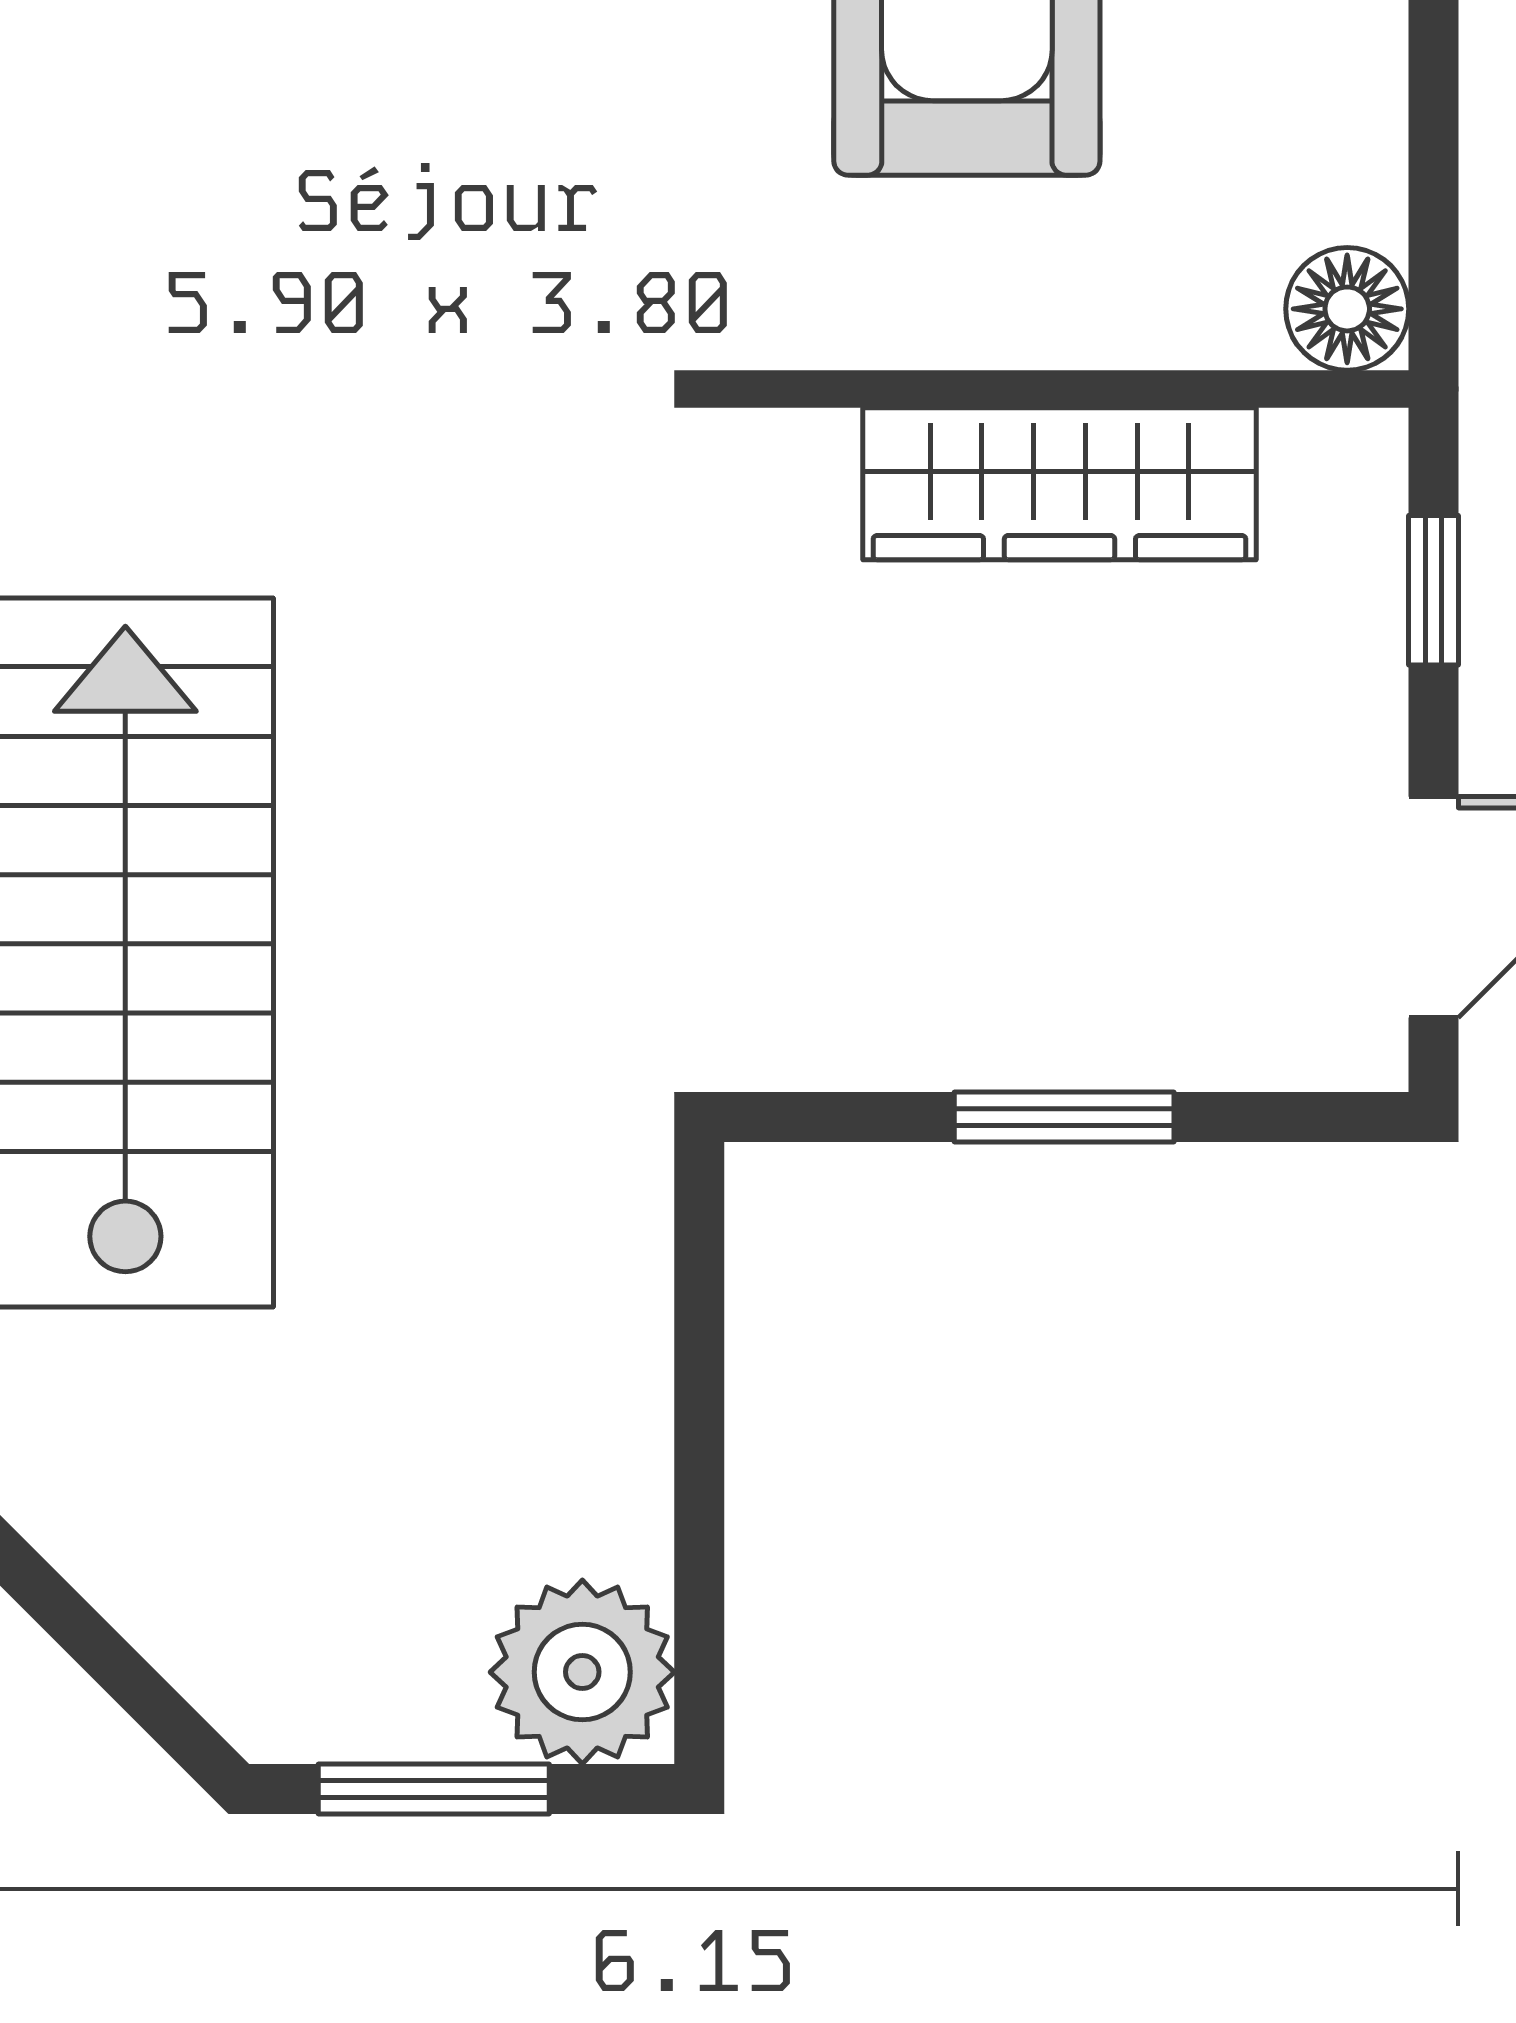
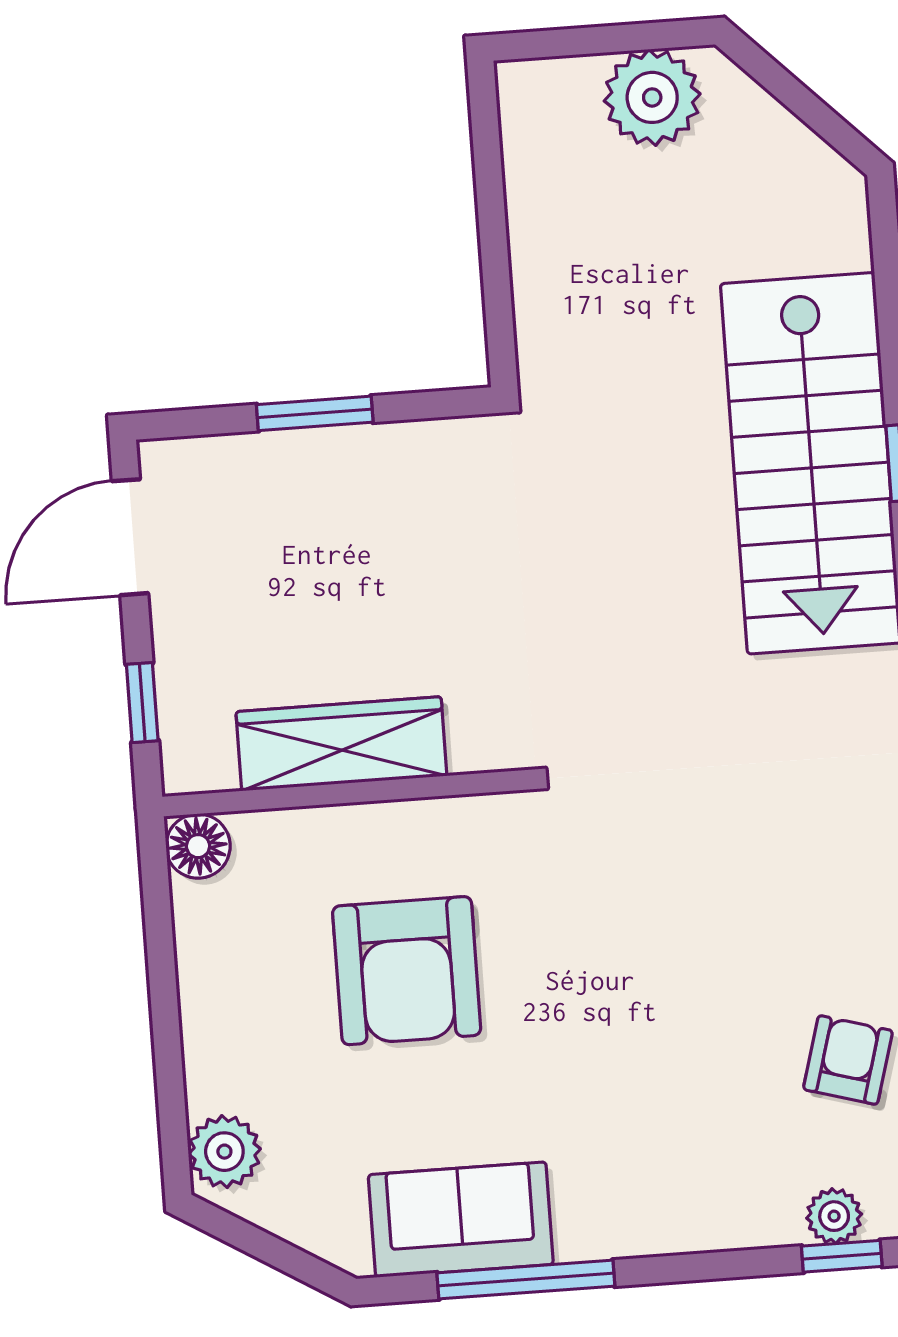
plant: (582, 1672) -> (652, 97), moved
window: (434, 1789) -> (618, 39), removed

